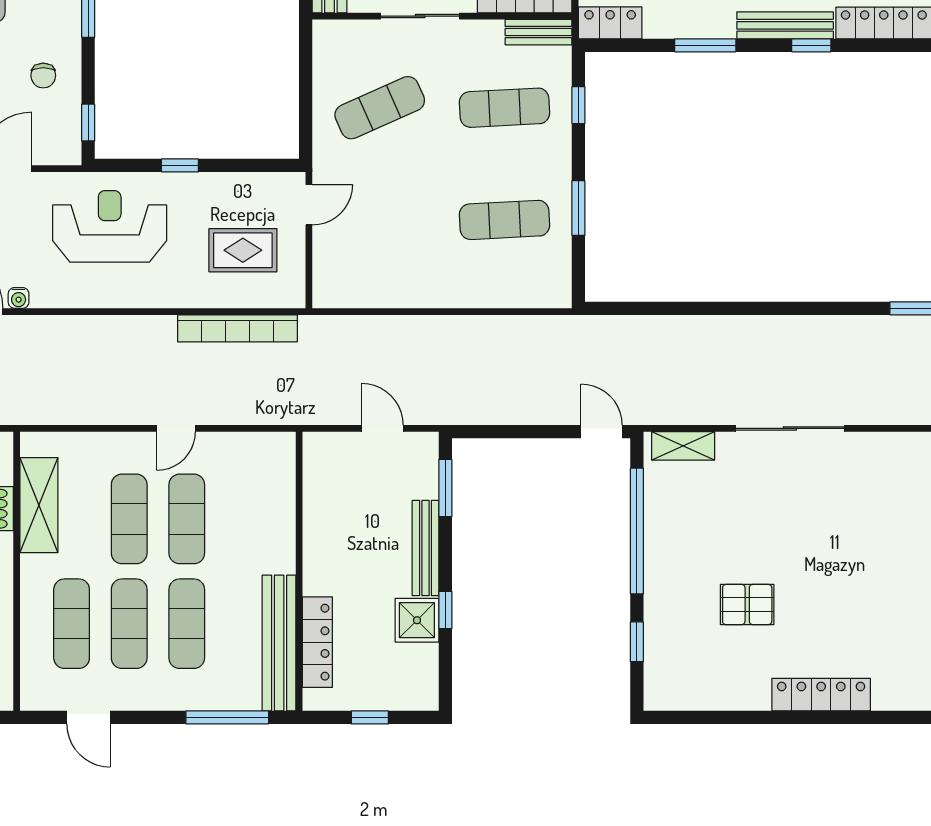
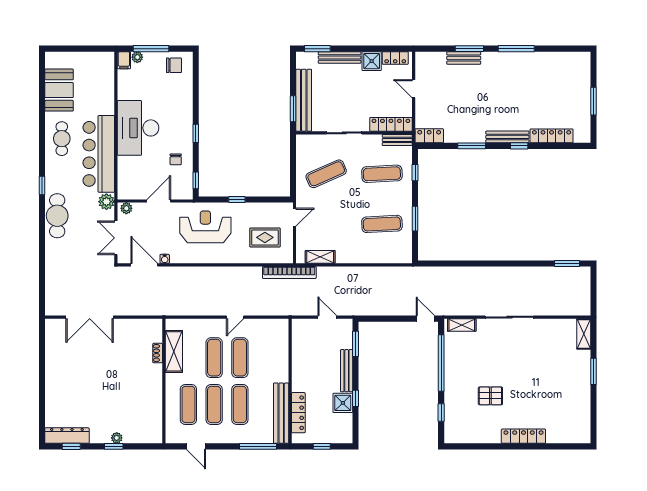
shelving: (366, 294) -> (320, 257), added
bookcase: (237, 328) -> (289, 272), moved

